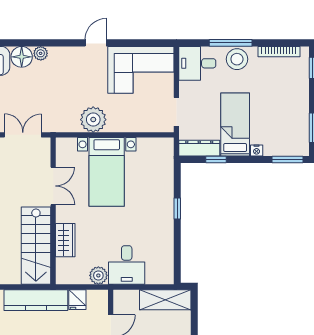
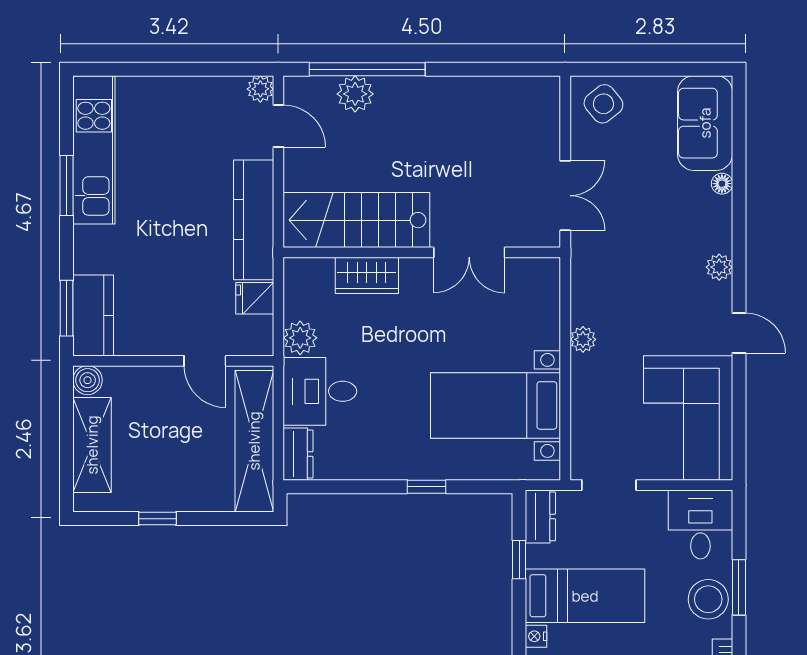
window: (231, 43) -> (739, 587), width x0.69
plant: (41, 53) -> (719, 267), moved
floor lamp: (22, 57) -> (722, 184), width x0.53, depth x0.53
plant: (93, 120) -> (583, 339), width x0.53, depth x0.53
dresser: (199, 148) -> (540, 516), width x0.70
bed with nightstands: (107, 172) -> (496, 405), moved
dresser: (160, 277) -> (298, 454), added
shelving: (165, 300) -> (254, 441), width x1.47

